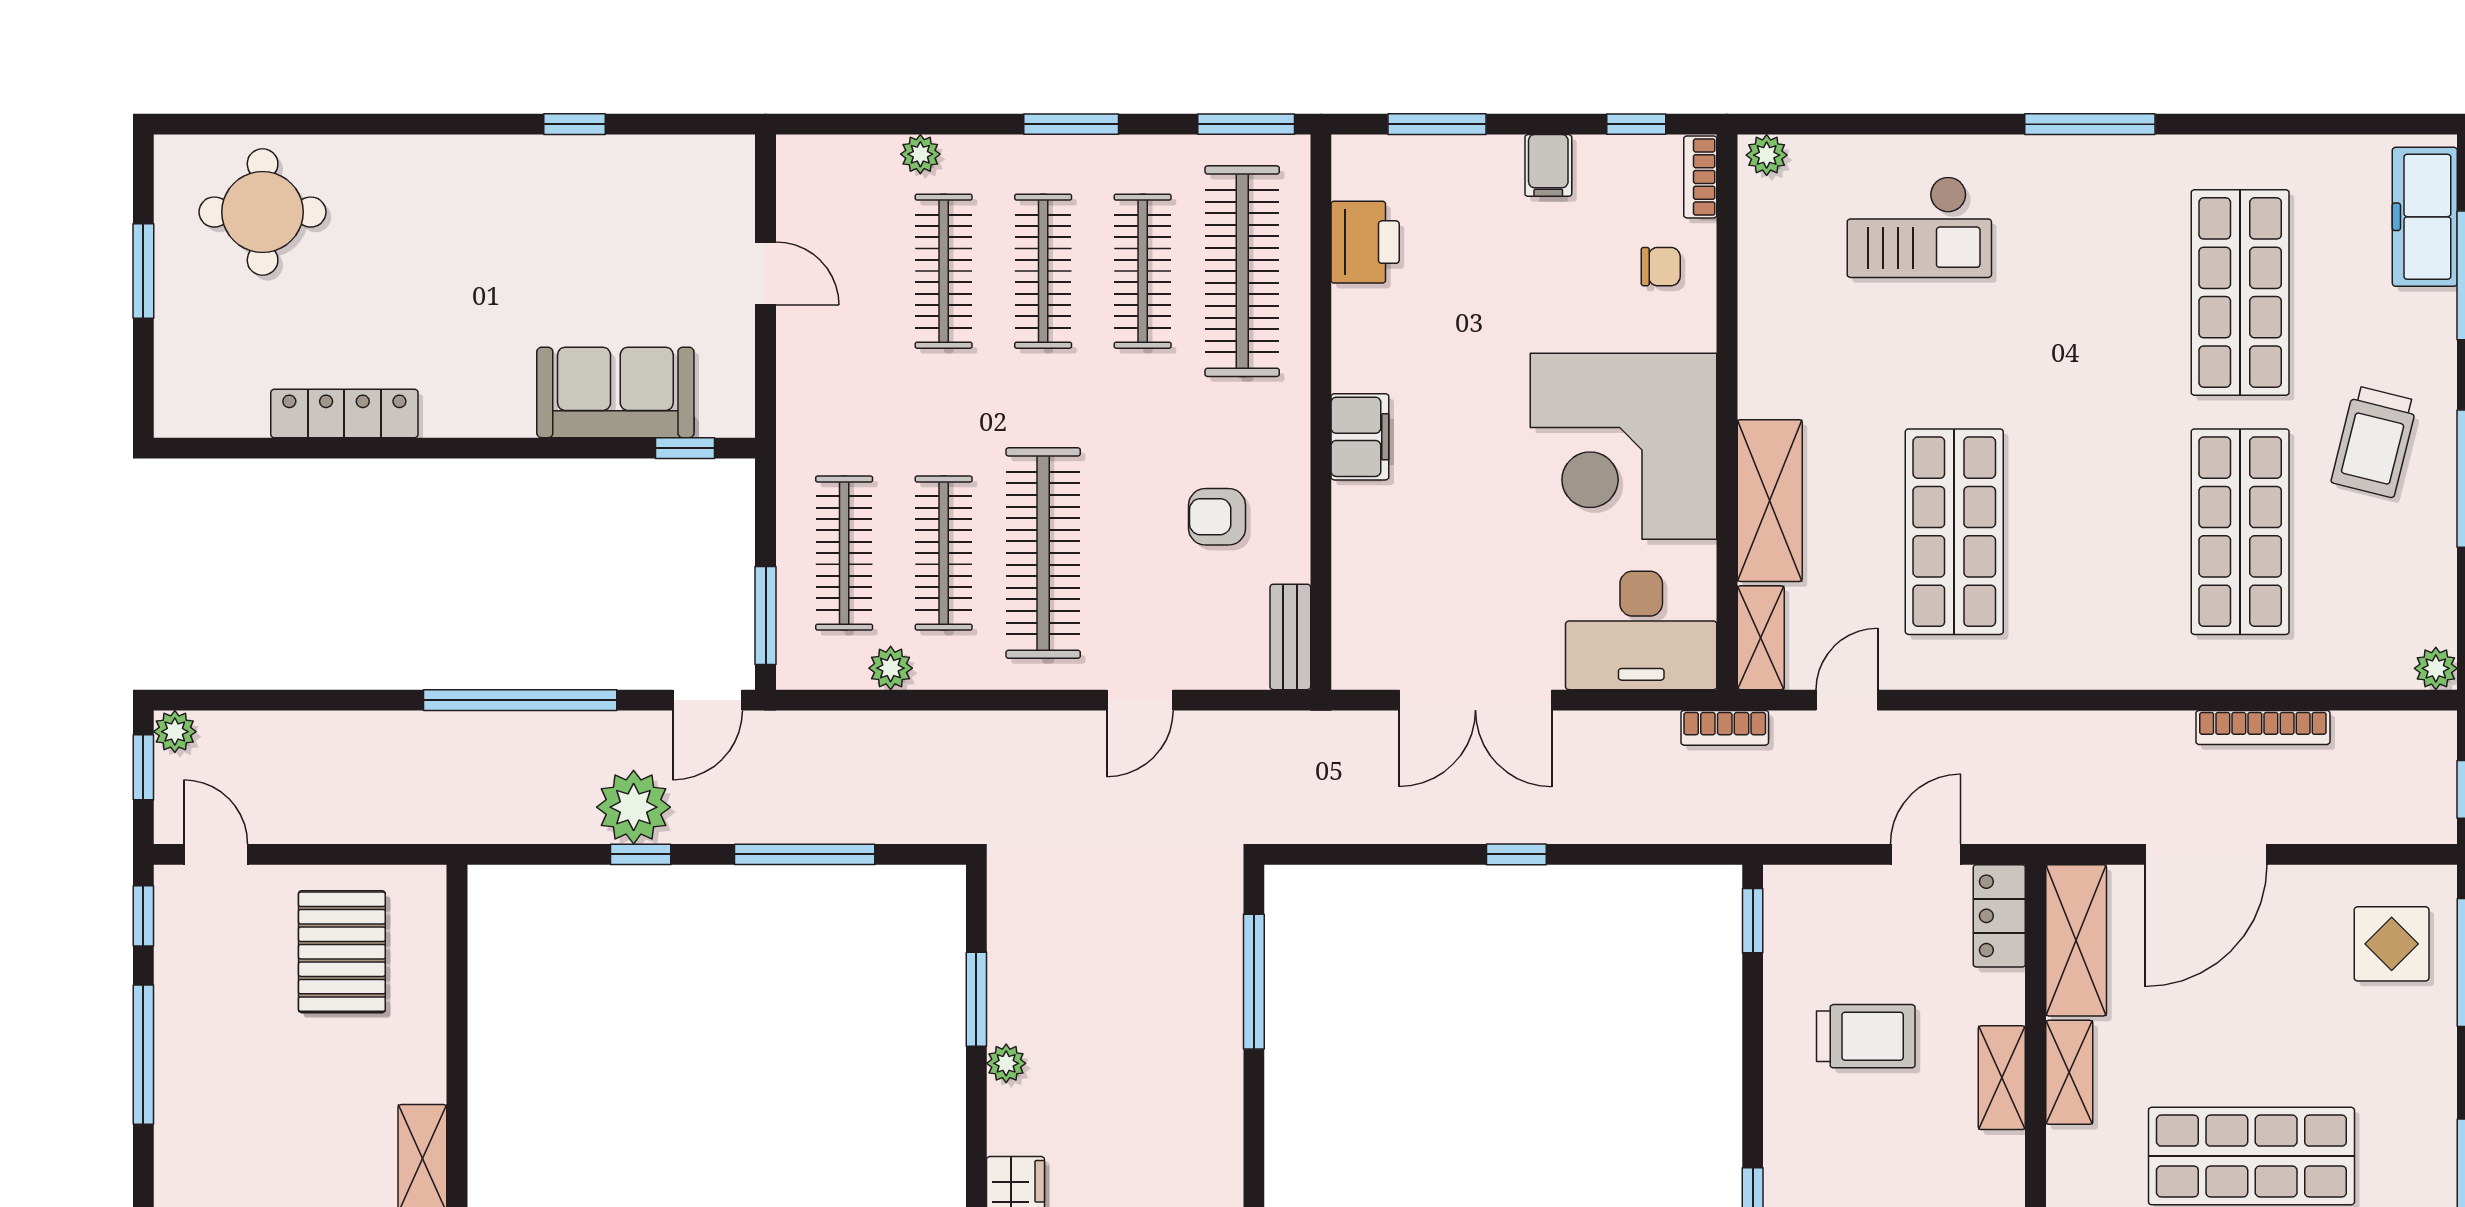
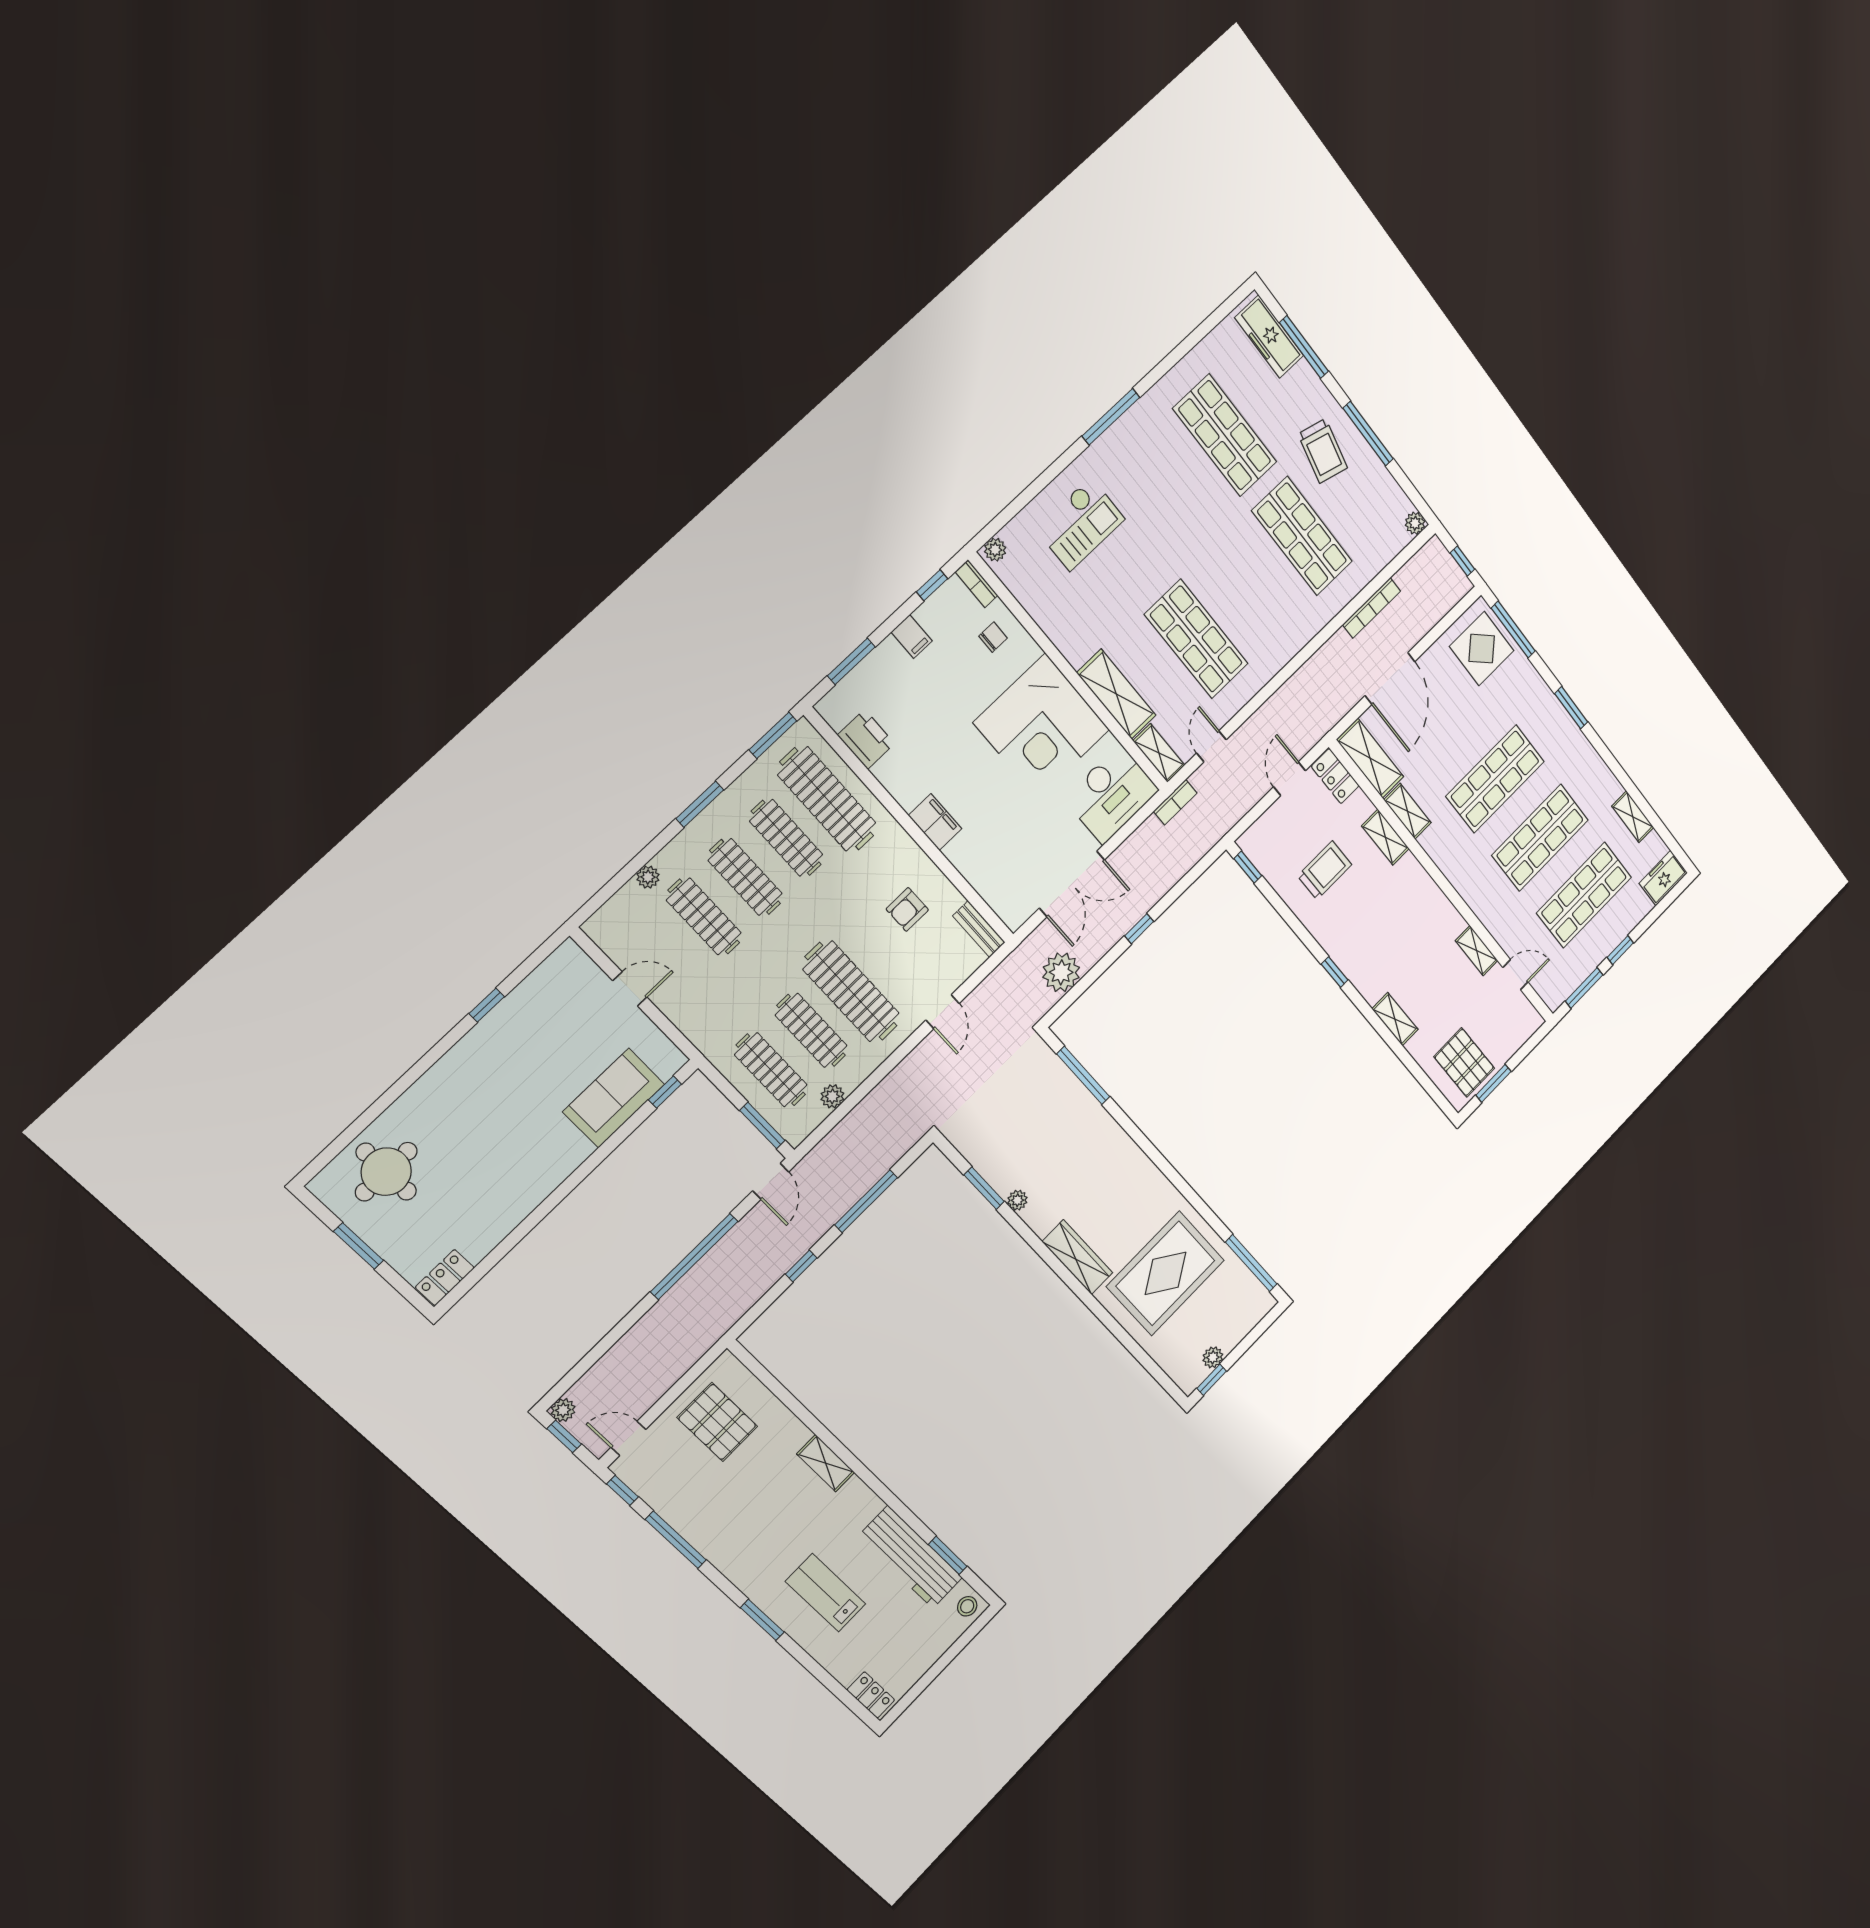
locker: (344, 414) -> (445, 1278), moved, width x0.66
plant: (634, 807) -> (1061, 972), moved
display table: (2392, 944) -> (1482, 649), width x1.36, depth x1.36

